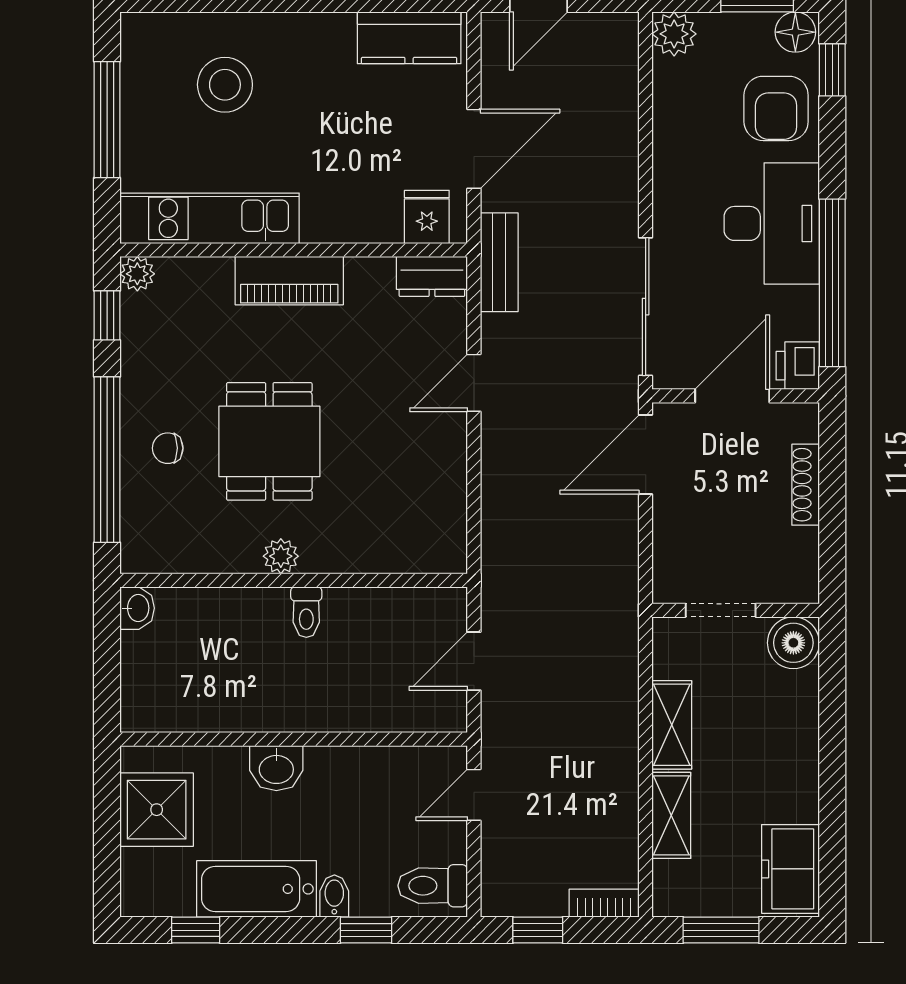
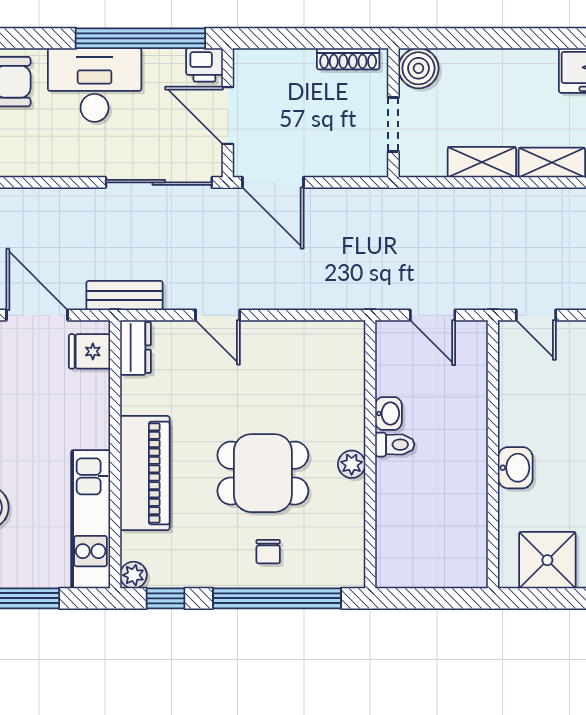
piano: (289, 281) -> (145, 473), width x1.37, depth x1.33
shoe rack: (806, 485) -> (348, 59), moved
washbasin: (137, 608) -> (389, 414), moved, turned 90

